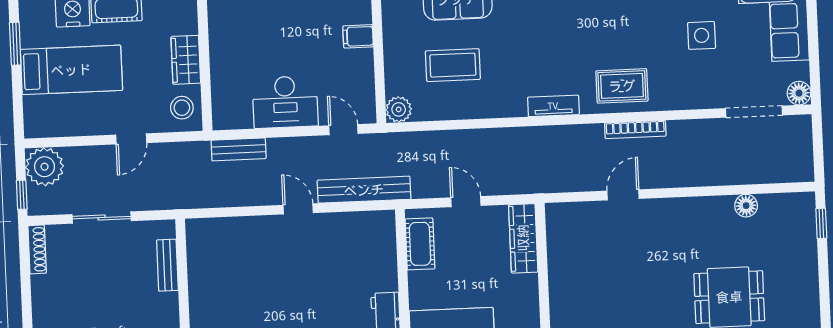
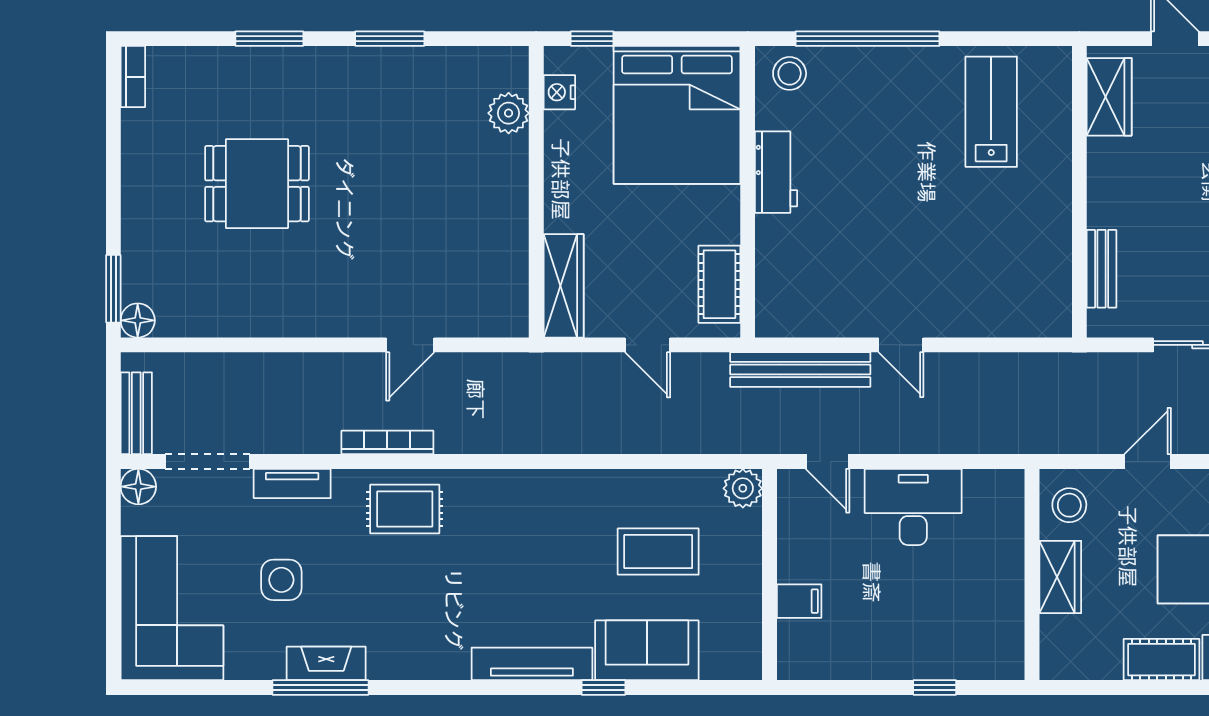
tv unit: (553, 106) -> (292, 483), moved
bench: (239, 149) -> (136, 413), moved, turned 90
floor lamp: (746, 206) -> (138, 320), moved
window: (821, 223) -> (113, 289), width x1.50

